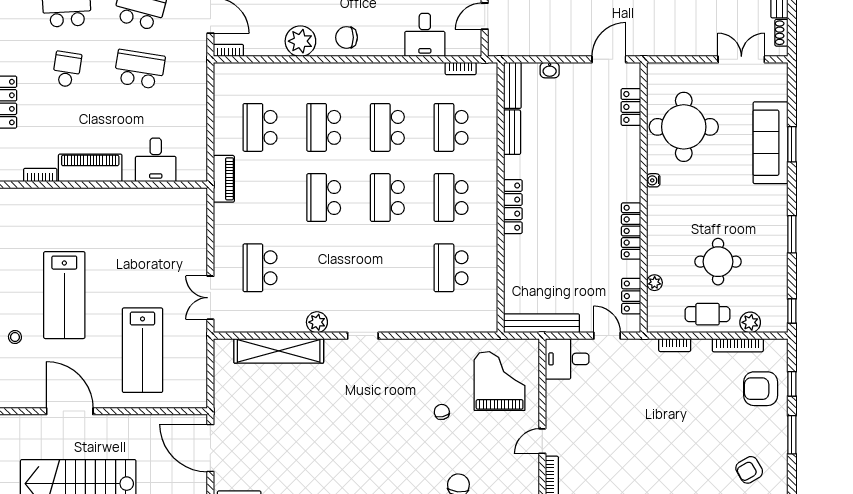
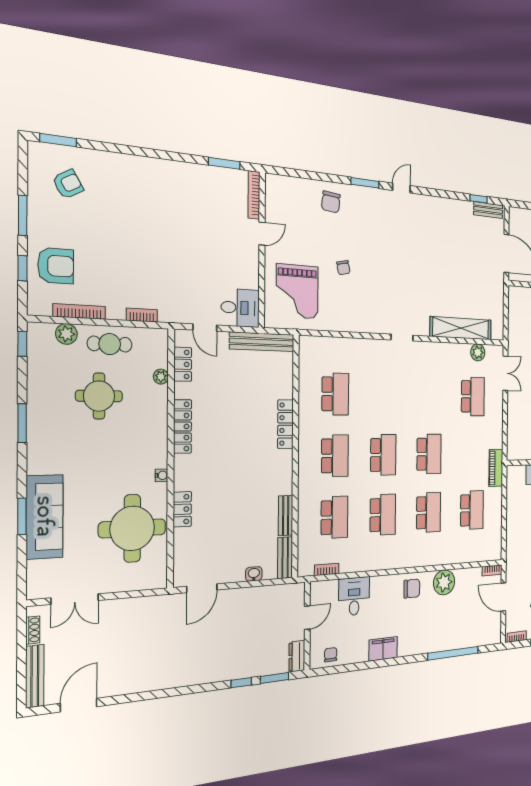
locker: (631, 107) -> (182, 509), moved
locker: (513, 207) -> (285, 424), moved
plant: (317, 322) -> (478, 352), moved

